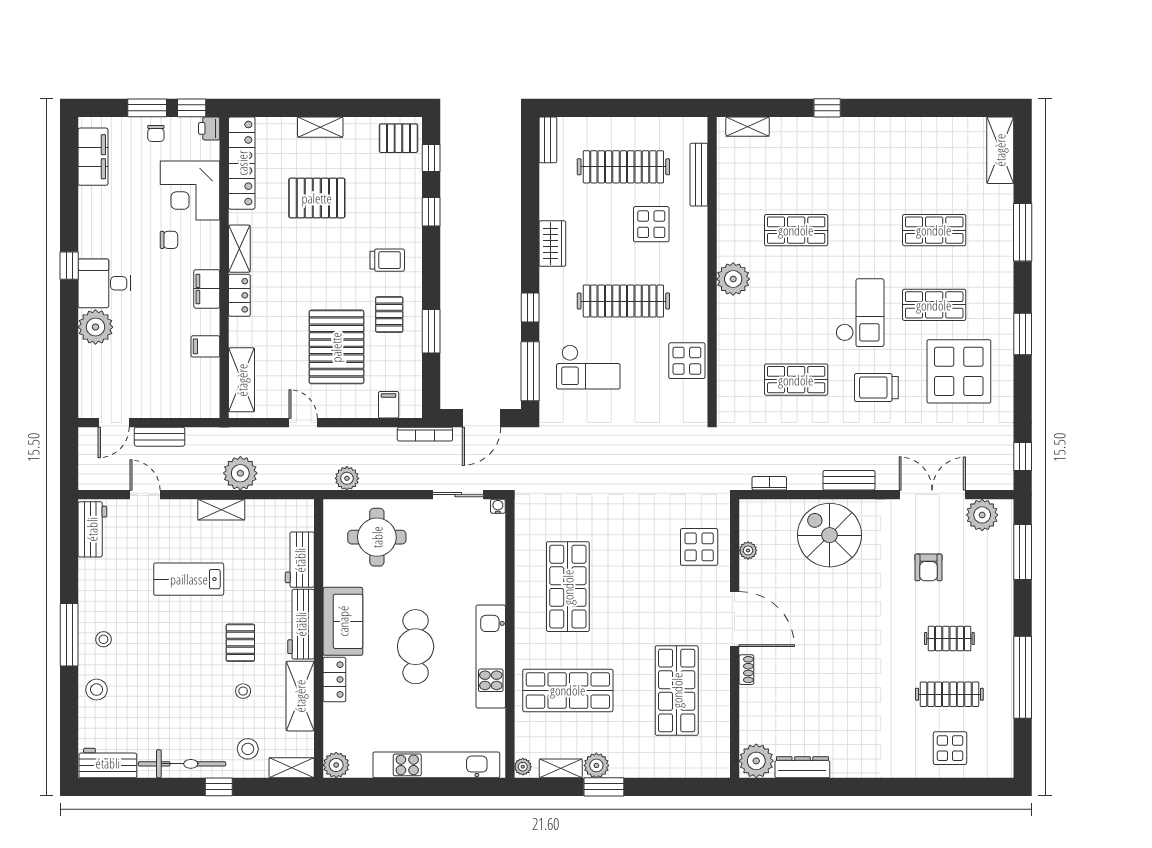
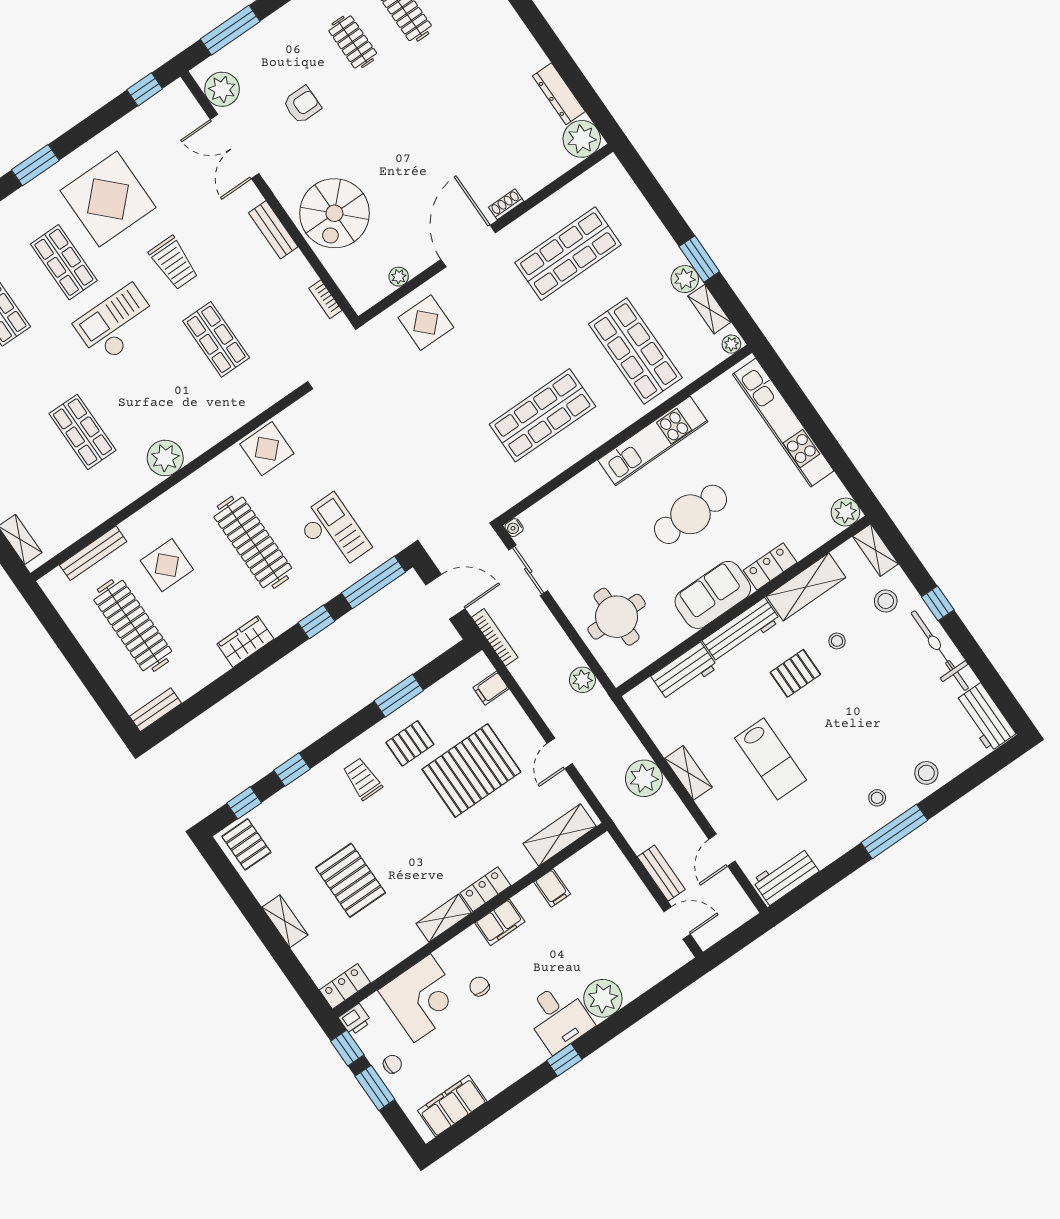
locker: (242, 163) -> (345, 986), width x0.46, depth x0.83

